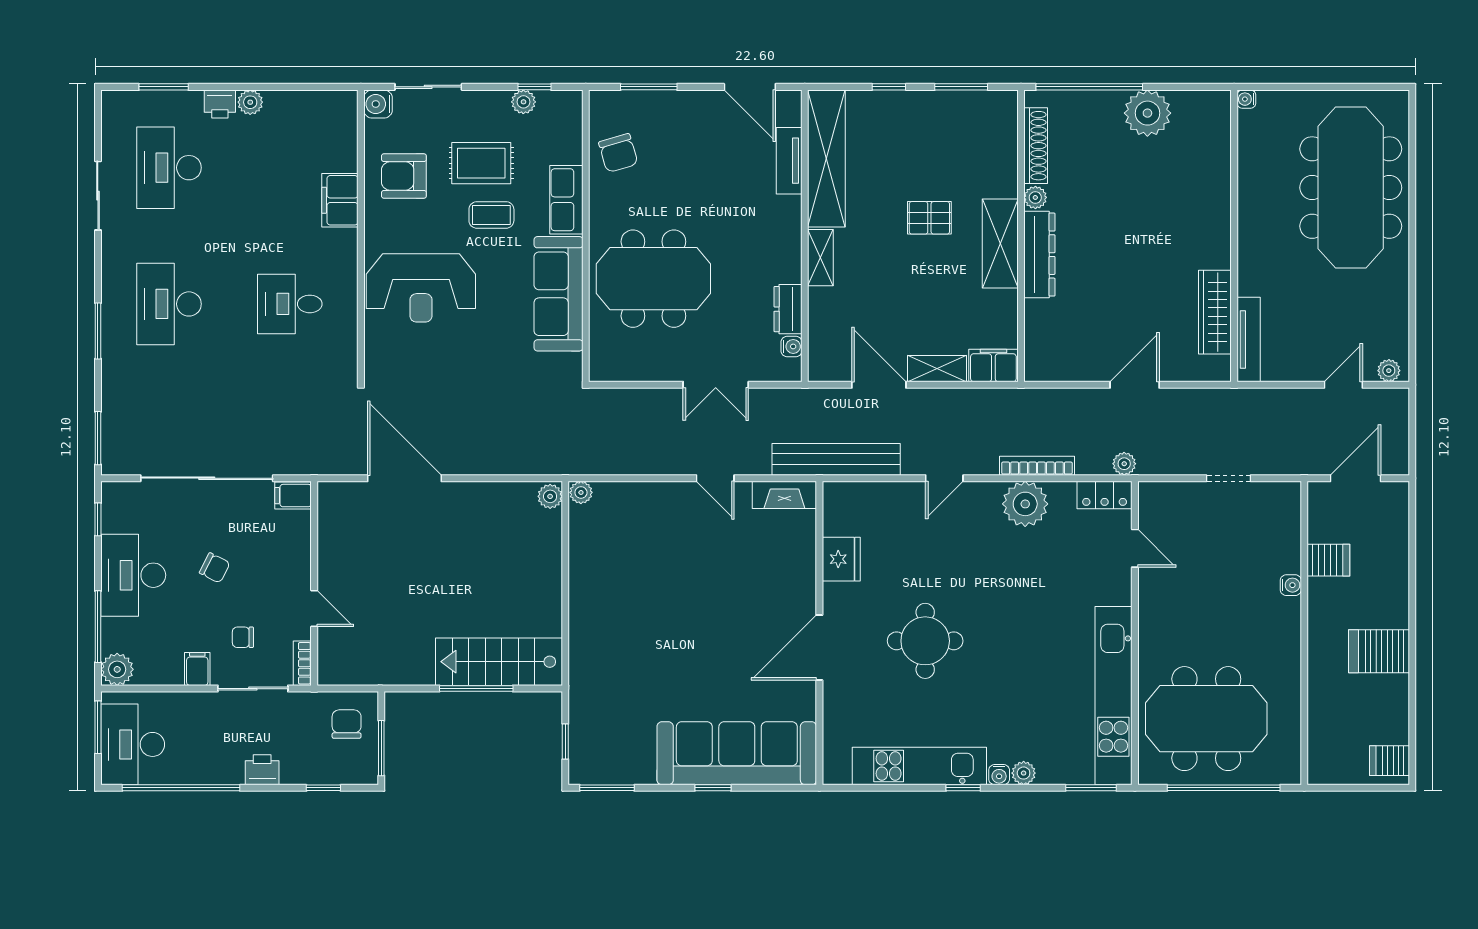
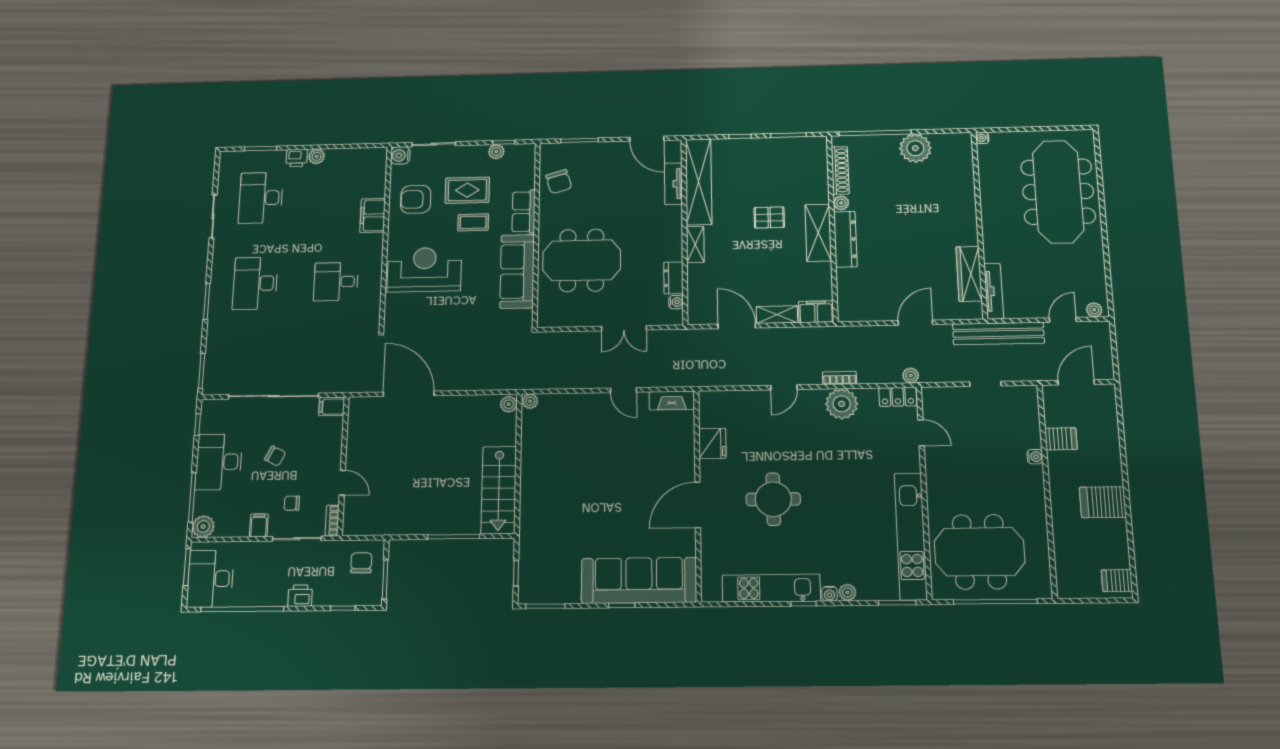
reception desk: (421, 288) -> (424, 270), turned 180
bench: (836, 459) -> (998, 334), moved
bookcase: (1037, 466) -> (840, 378), width x0.64
stairs: (499, 662) -> (499, 490), moved, turned -90

